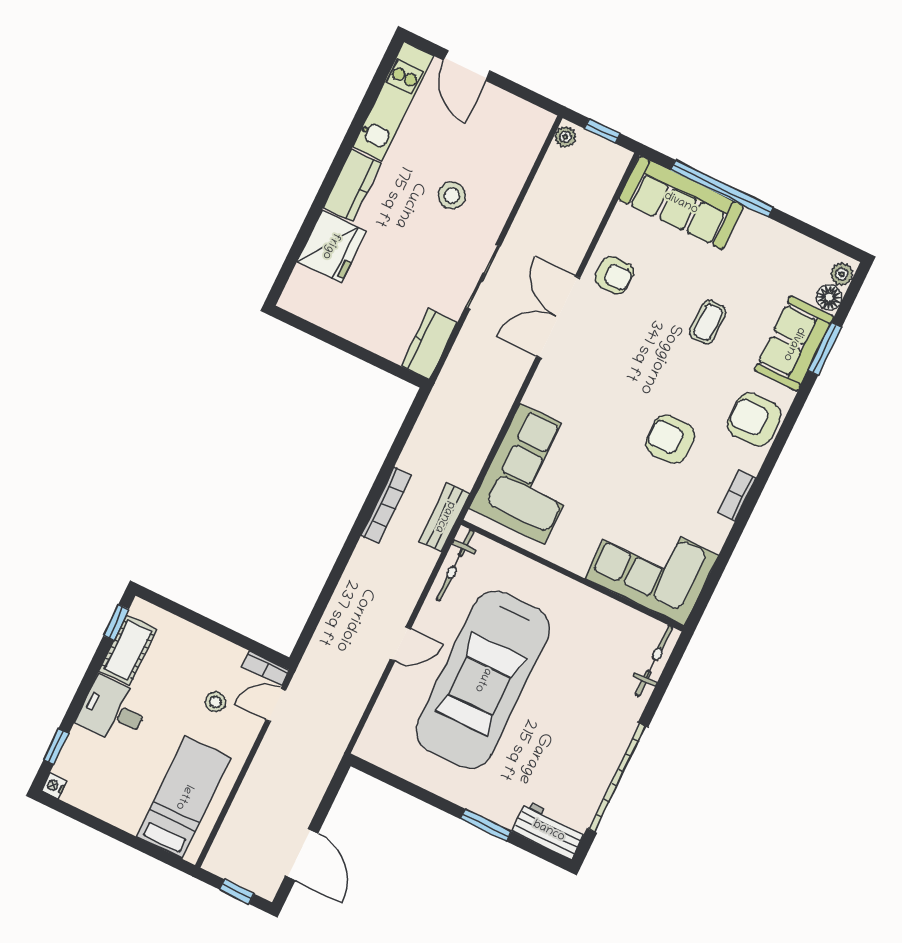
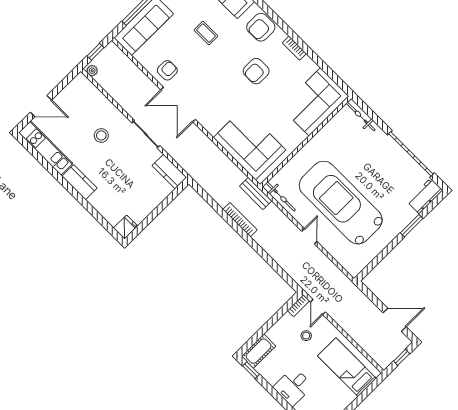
fridge: (331, 246) -> (126, 227), moved, width x0.53, depth x0.75
cot: (128, 650) -> (259, 351), moved, turned 90
car: (483, 680) -> (341, 203), turned 180

